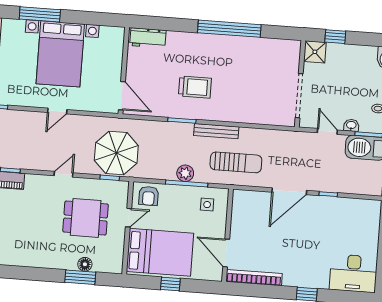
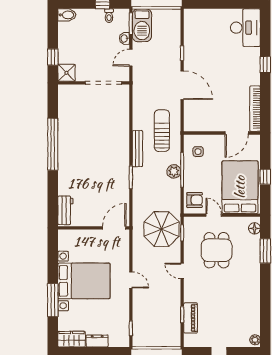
trolley: (195, 87) -> (103, 169), removed
floor lamp: (85, 264) -> (254, 228), moved

